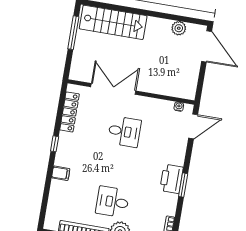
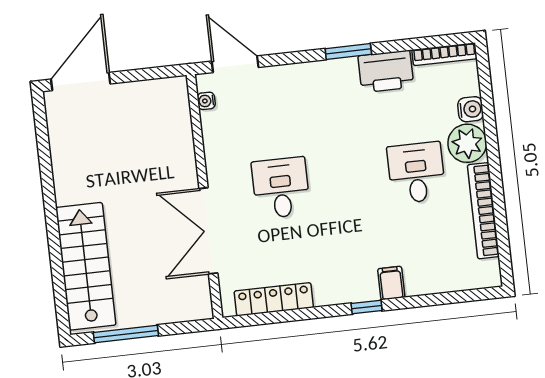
plant: (179, 28) -> (62, 142), removed
window: (55, 144) -> (367, 307), moved
printer: (171, 179) -> (386, 71), moved
desk: (113, 202) -> (416, 173), turned 180

